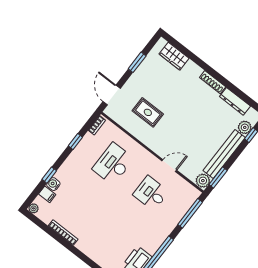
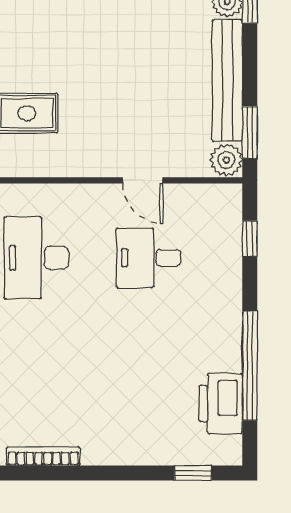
door: (169, 166) -> (143, 180), swing flipped
window: (190, 213) -> (250, 238), width x0.46

